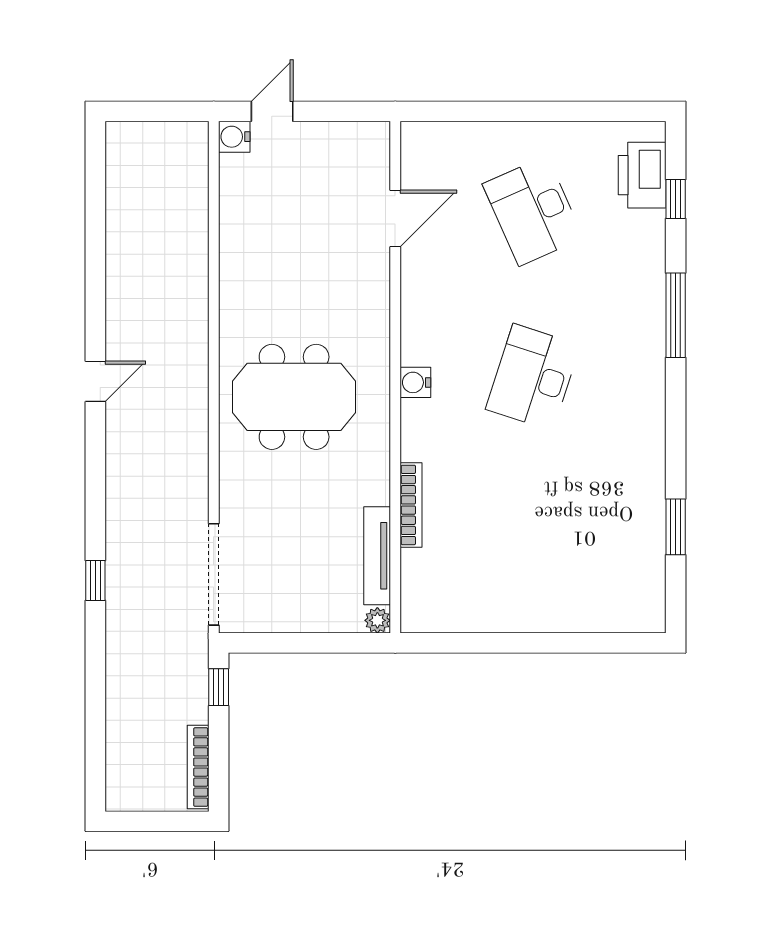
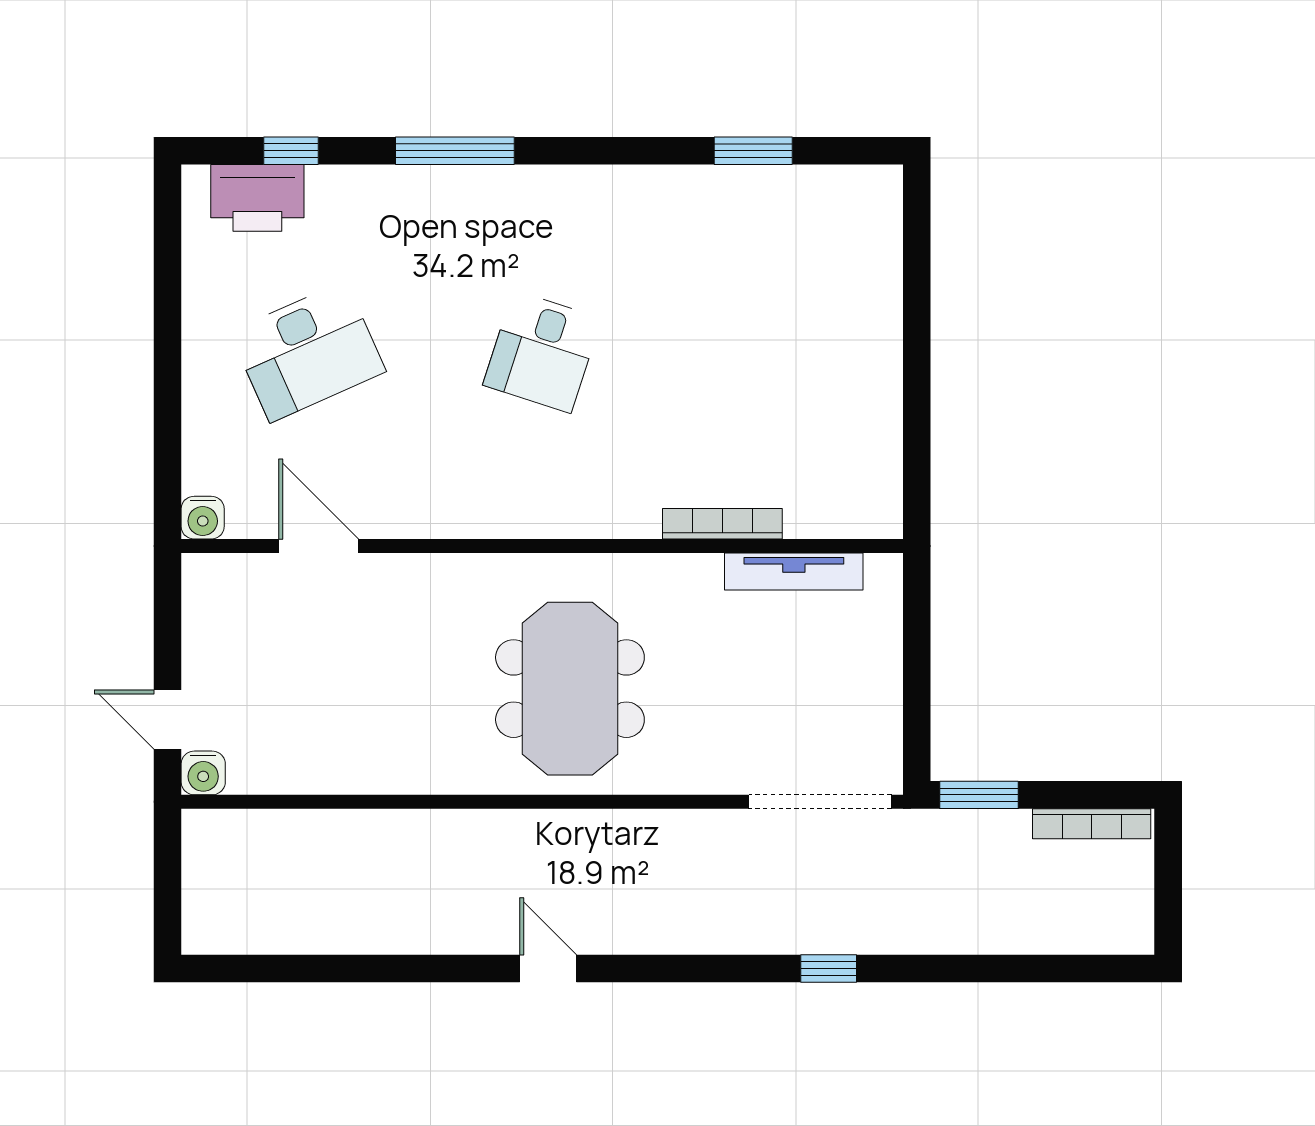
desk: (533, 377) -> (542, 352), width x0.73
water cooler: (415, 382) -> (203, 518), moved
plant: (377, 620) -> (885, 571), removed
window: (219, 687) -> (979, 795), width x1.50

